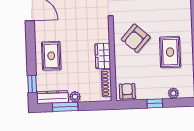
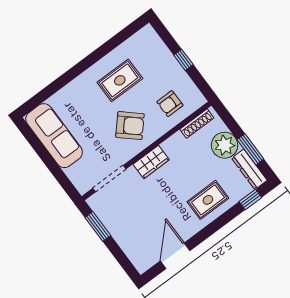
wardrobe: (103, 56) -> (151, 162), moved
armchair: (127, 91) -> (170, 104), moved
plant: (173, 93) -> (160, 48), removed
plant: (75, 97) -> (225, 145), width x1.88, depth x1.88

